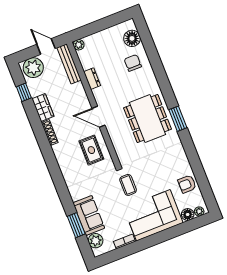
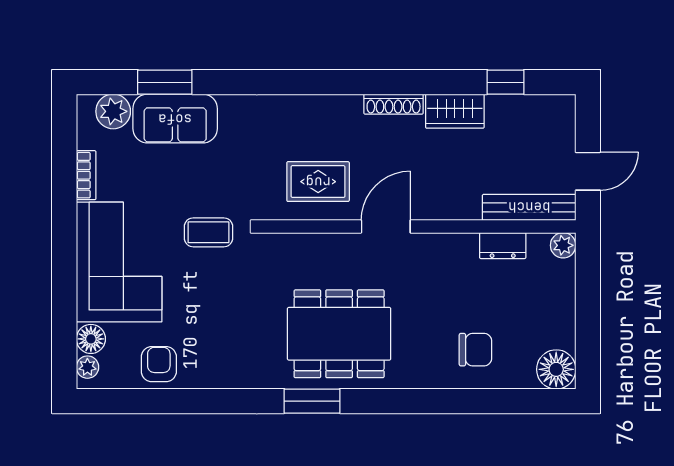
floor lamp: (132, 38) -> (556, 369), moved
plant: (33, 68) -> (552, 125), removed
dresser: (92, 79) -> (503, 246), moved

